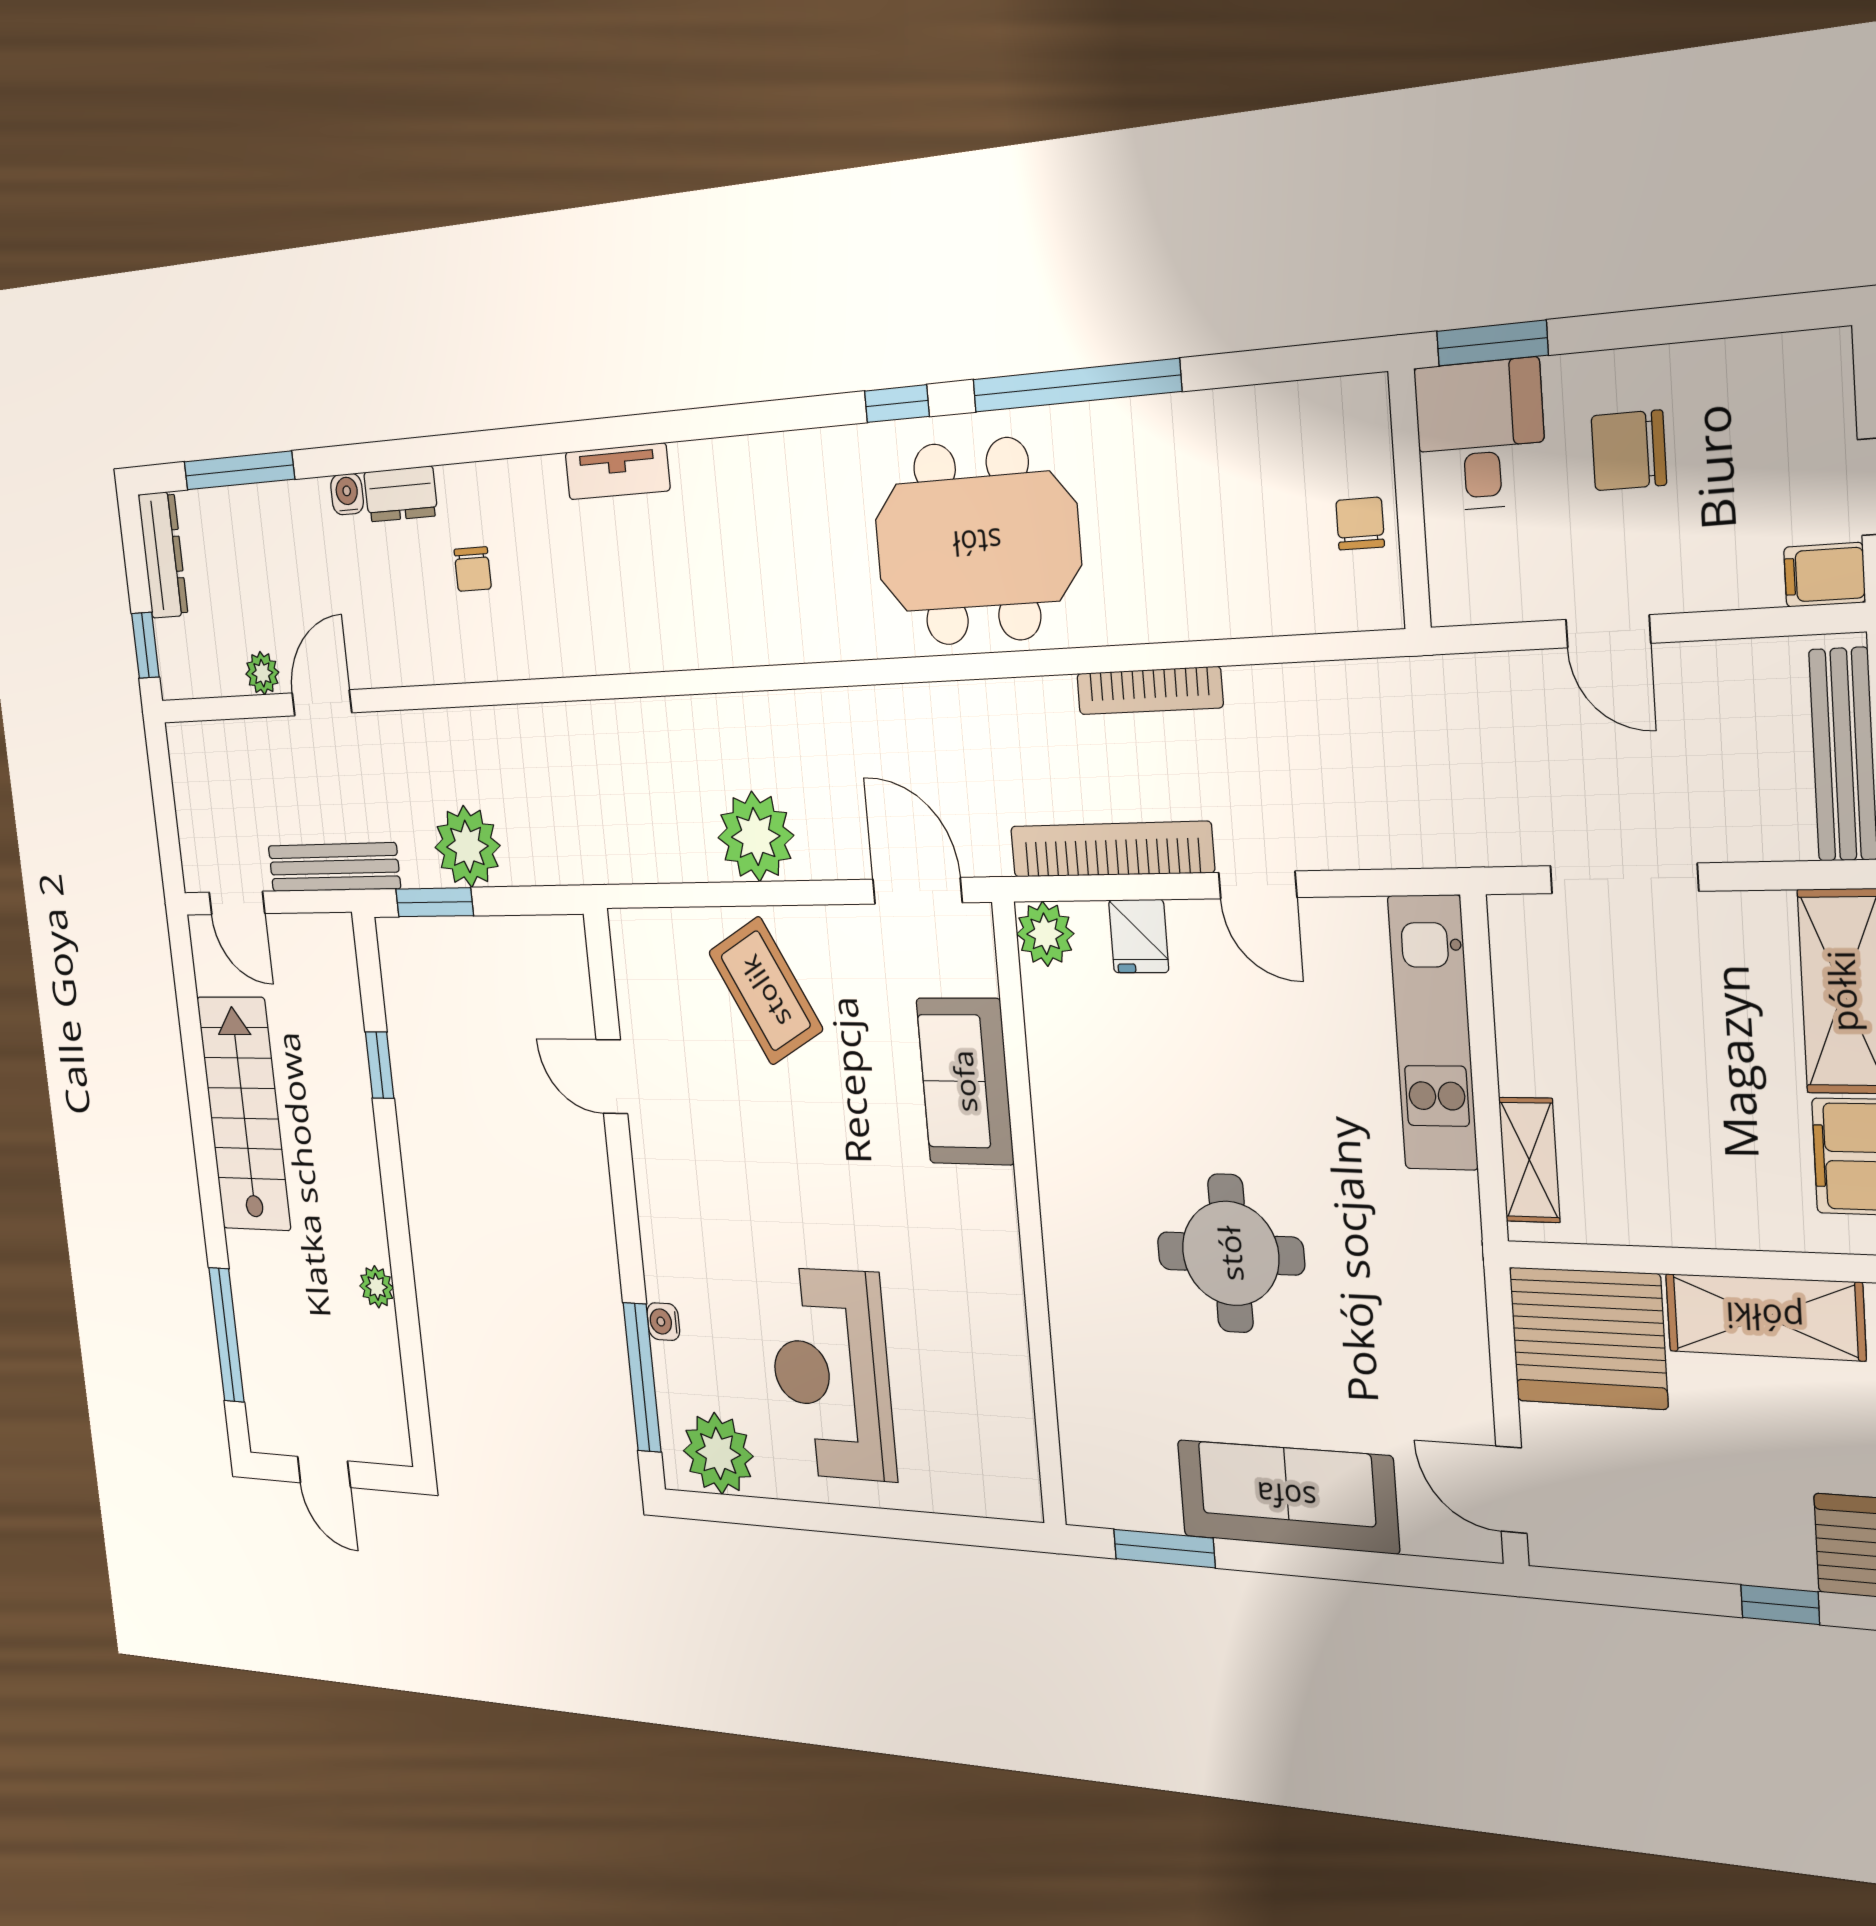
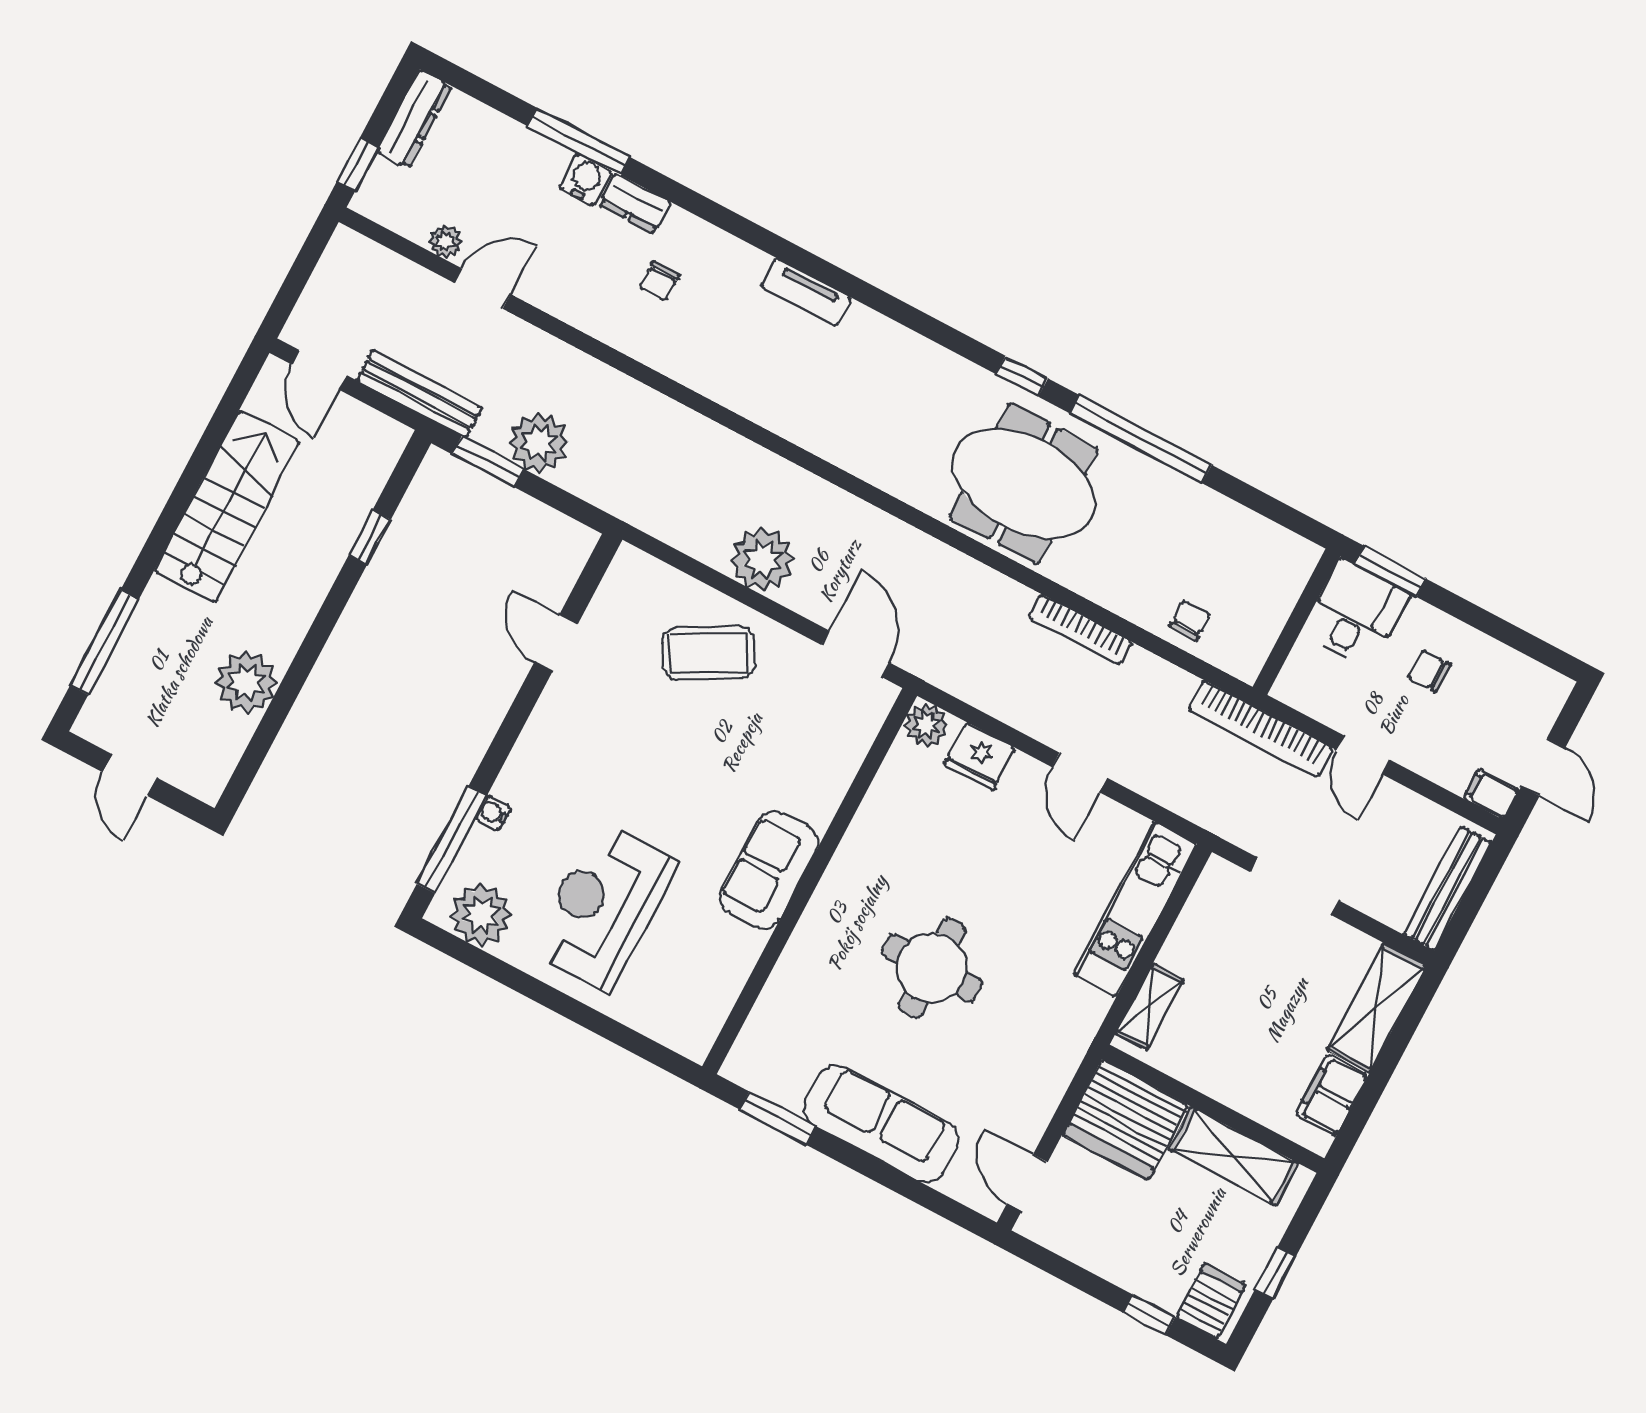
chair: (1629, 450) -> (1429, 671), width x0.73, depth x0.73
window: (239, 470) -> (579, 142), moved
water cooler: (347, 494) -> (585, 179), width x1.38, depth x1.38
chair: (1360, 524) -> (1190, 620), moved
bookcase: (1111, 849) -> (1260, 729), moved, turned 180
fridge: (1139, 936) -> (980, 756), width x1.38
coffee table: (766, 991) -> (709, 653), turned 90
sofa: (965, 1081) -> (769, 870), moved
plant: (377, 1287) -> (246, 682), width x1.87, depth x1.87

